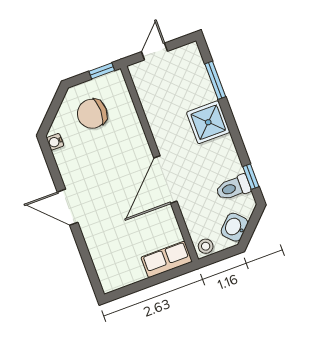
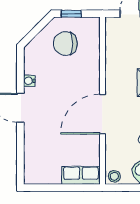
window: (102, 71) -> (71, 14), moved
water cooler: (55, 142) -> (29, 81), moved

